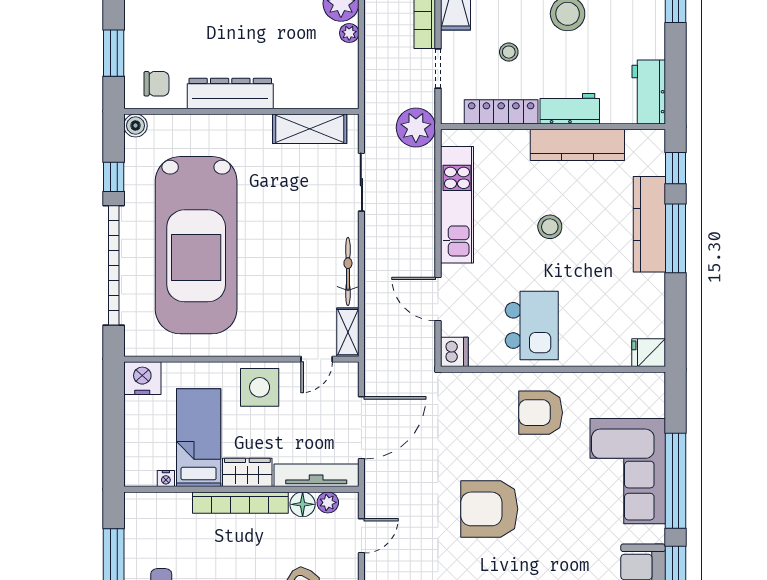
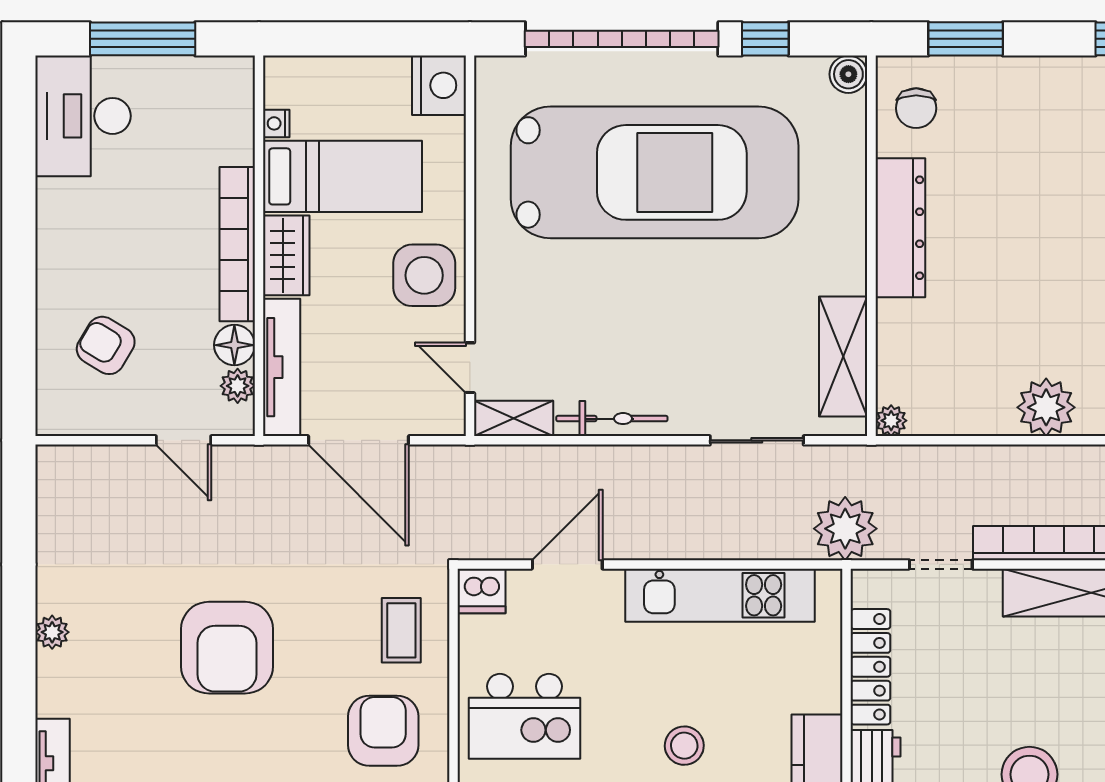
plant: (349, 33) -> (891, 421), moved
stool: (509, 52) -> (967, 679), removed
car: (196, 245) -> (655, 172), turned 180
coffee table: (479, 401) -> (401, 630), added
armchair: (489, 509) -> (227, 648), turned 180

